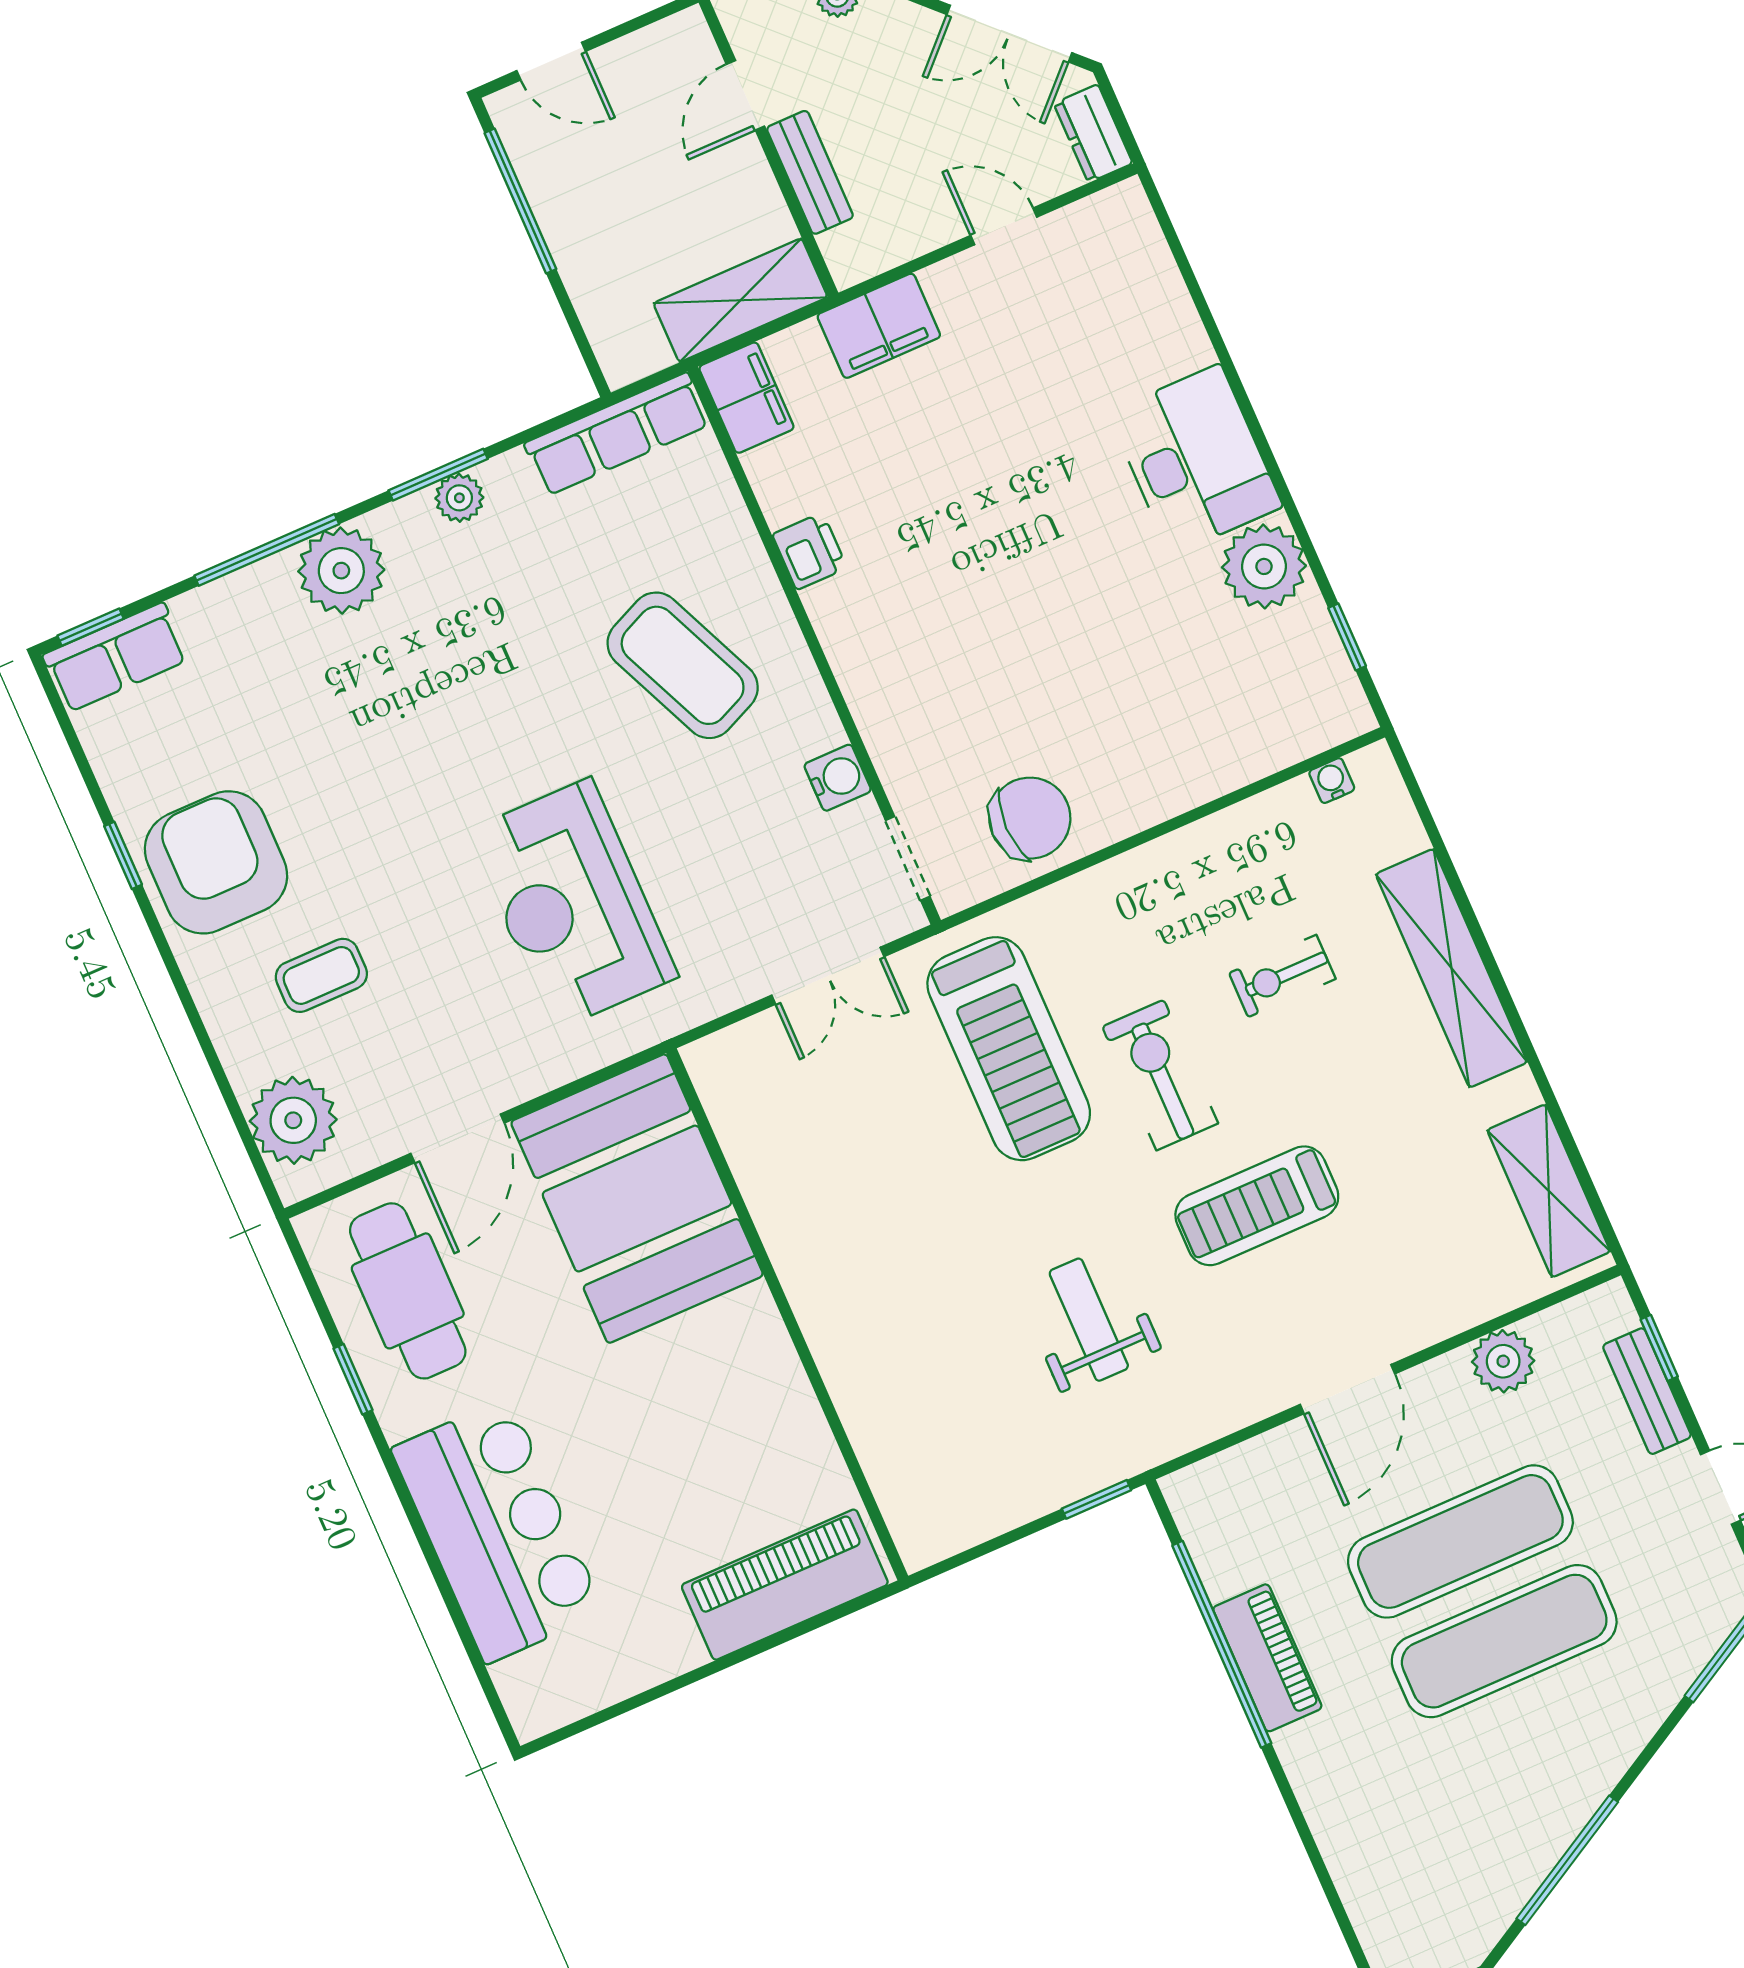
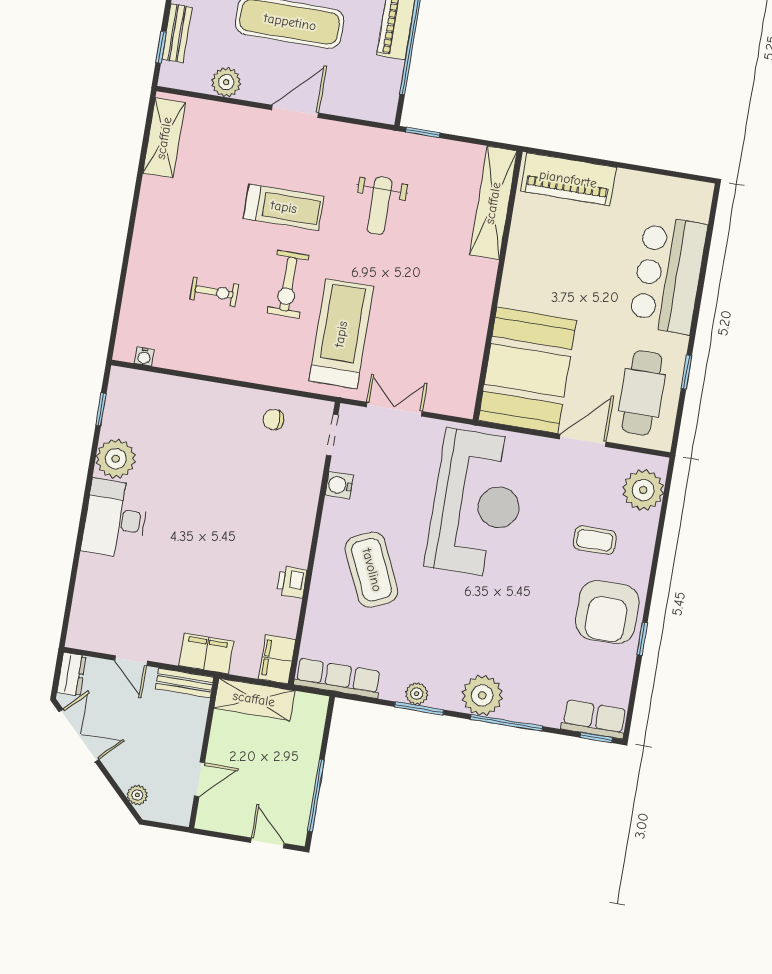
bench: (810, 172) -> (184, 683), moved, turned 90
chair: (1030, 818) -> (273, 420), width x0.54, depth x0.54
reception desk: (572, 904) -> (477, 504), width x1.36, depth x1.30
shelving: (1451, 968) -> (493, 203), moved

